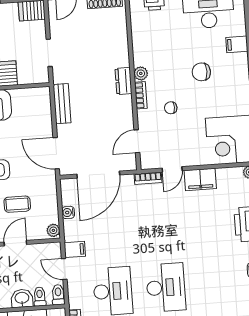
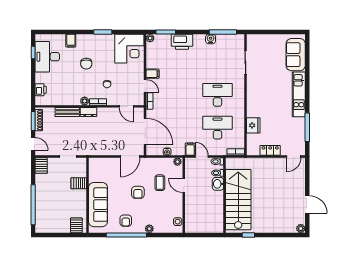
bench: (62, 104) -> (67, 112), moved
filing cabinet: (200, 179) -> (152, 74), width x0.50
door: (64, 269) -> (202, 157), swing flipped

